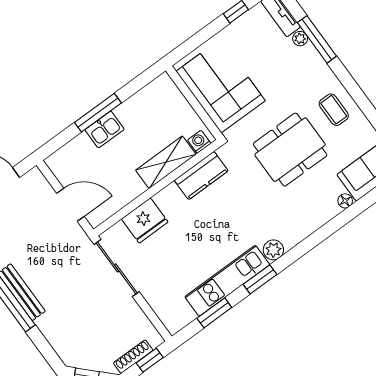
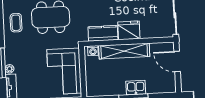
shelving: (166, 162) -> (124, 51), width x1.47
fridge: (145, 221) -> (129, 30), moved

